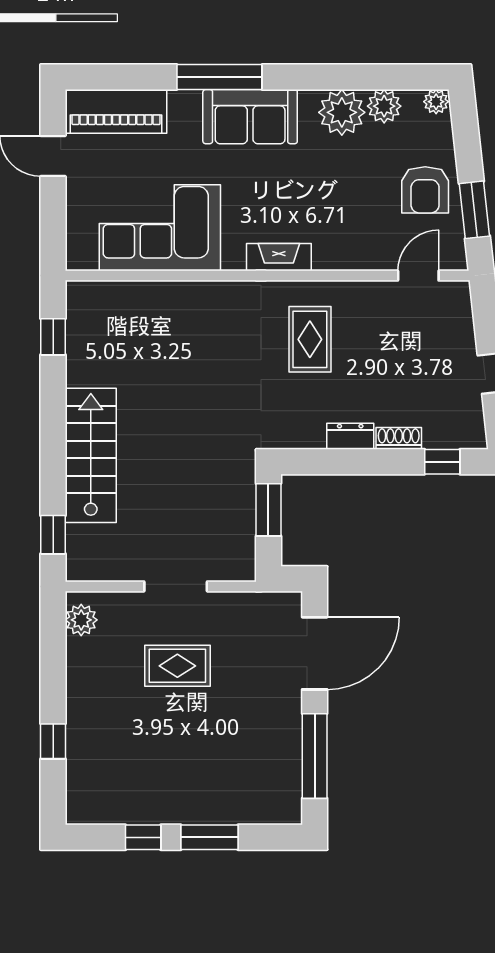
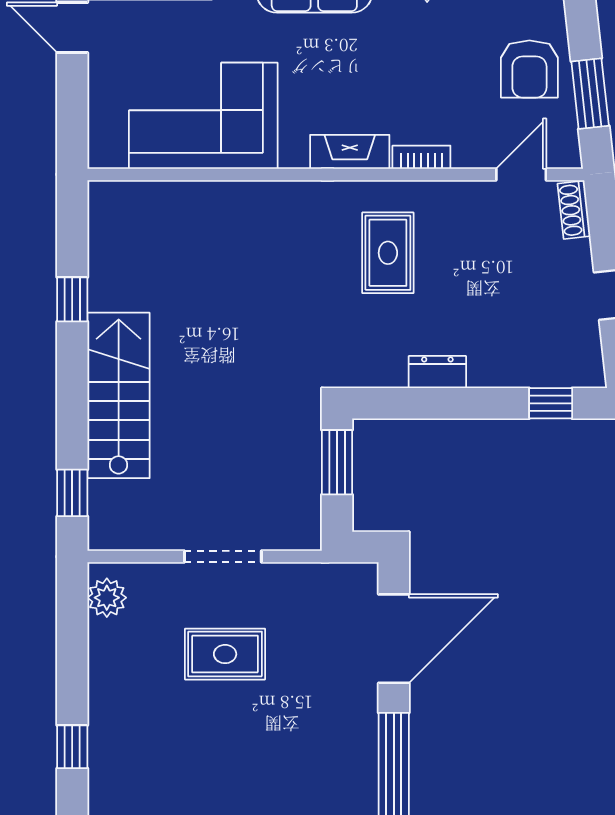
bookcase: (337, 262) -> (421, 157), added
window: (53, 337) -> (72, 299), moved
shoe rack: (399, 438) -> (574, 210), moved, turned -96

